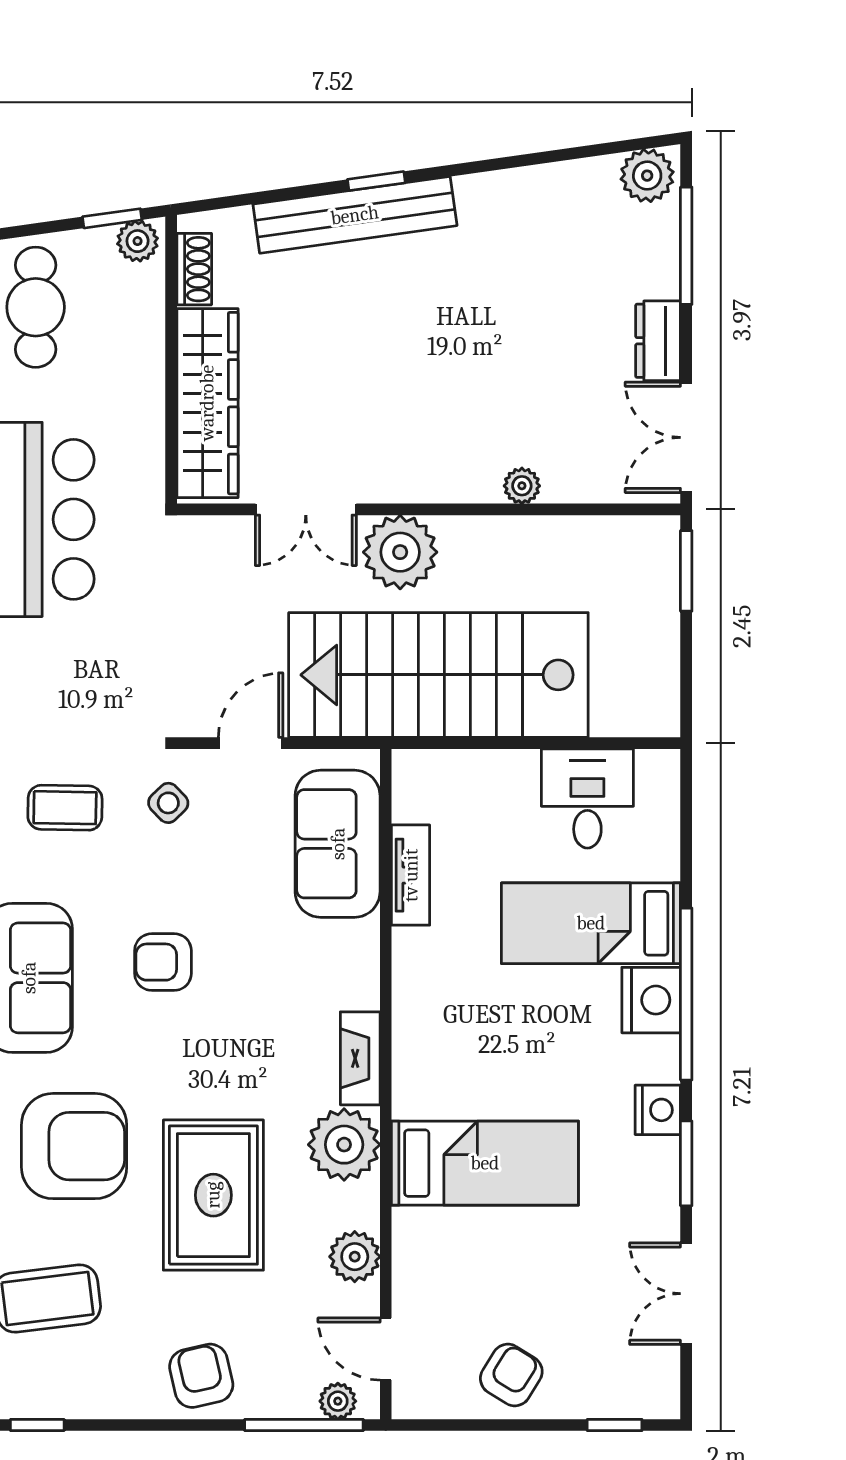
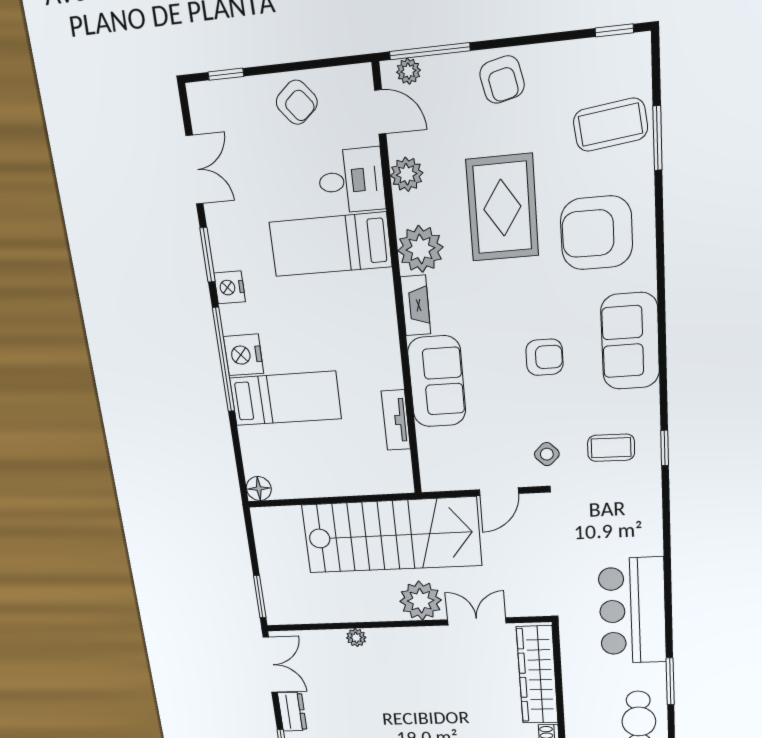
floor lamp: (659, 770) -> (259, 489), added
desk: (587, 798) -> (351, 181), moved, turned -90
sofa: (338, 844) -> (437, 382), moved
armchair: (511, 1375) -> (297, 102), turned -72

